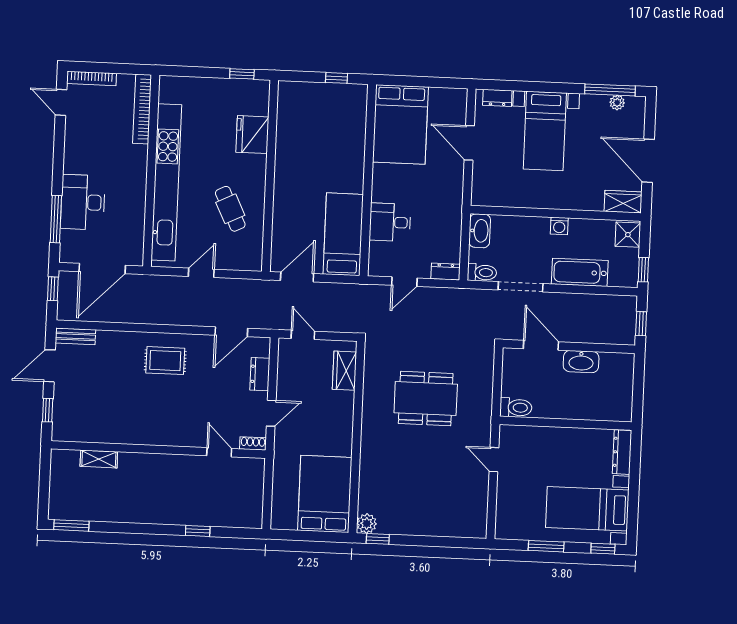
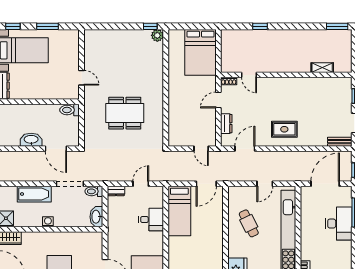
wardrobe: (344, 371) -> (175, 128), removed
bed: (325, 494) -> (201, 52), moved

